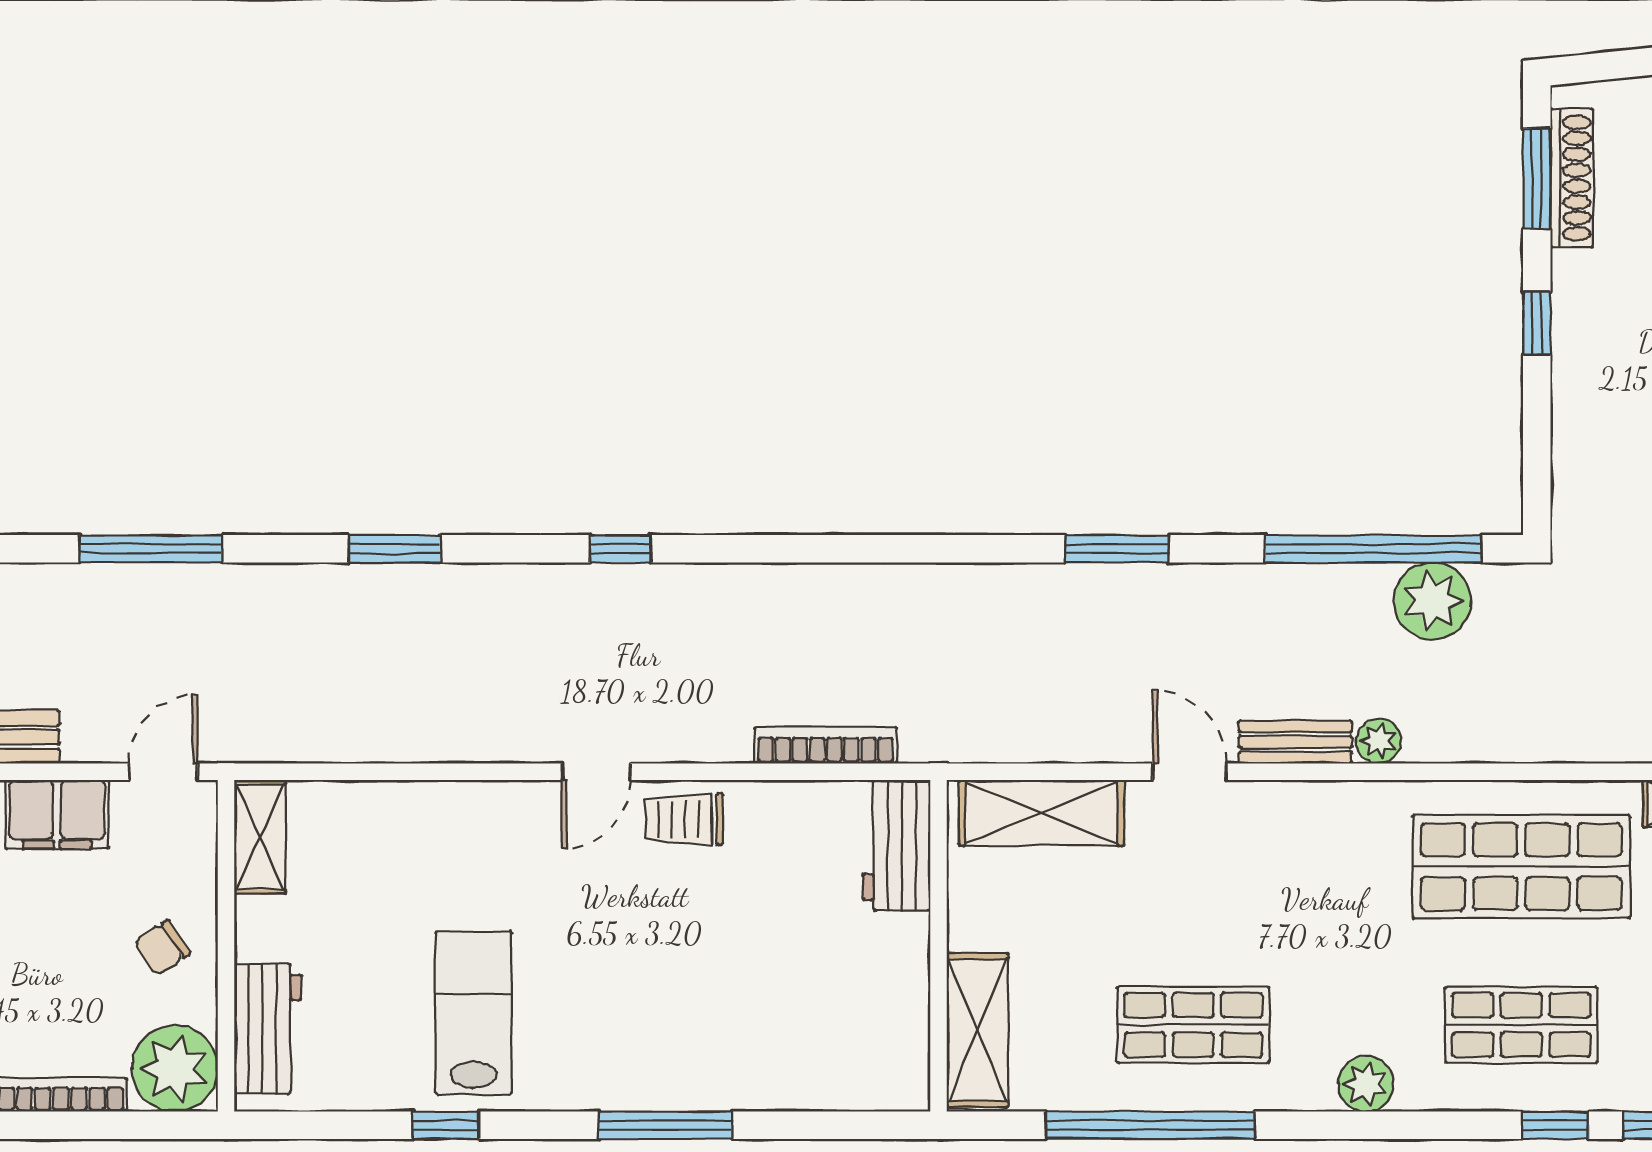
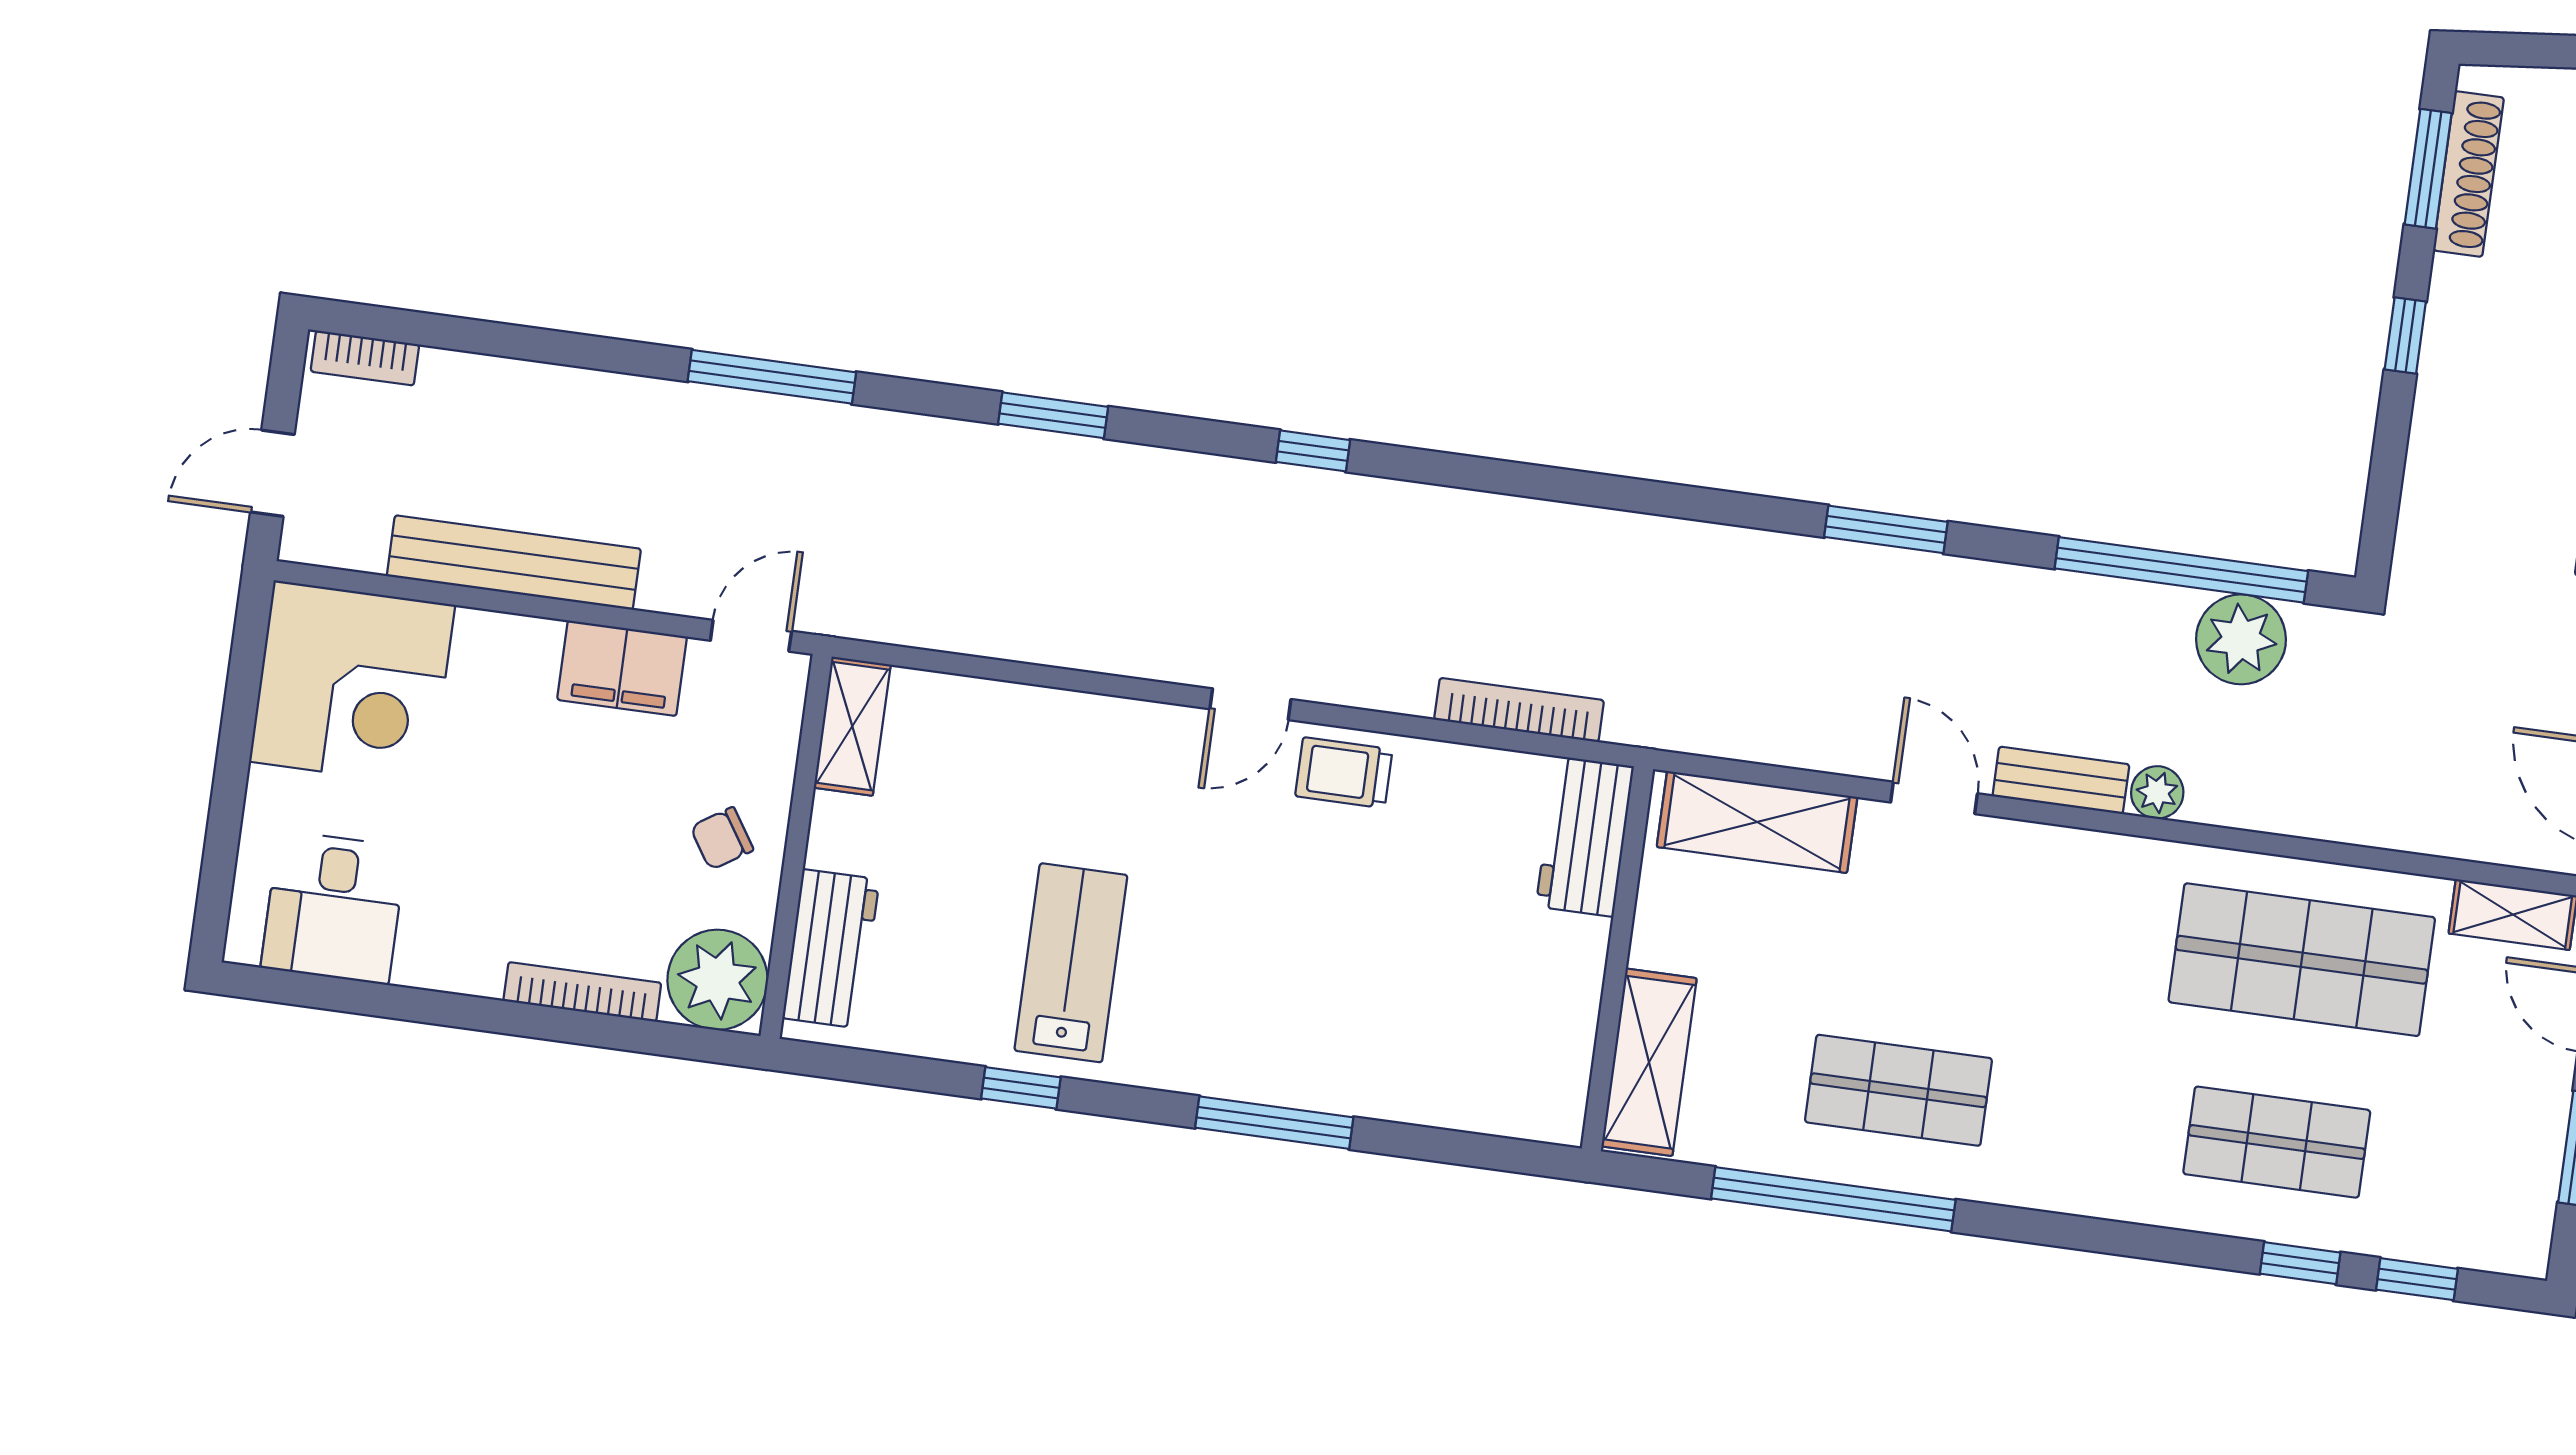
plant: (1366, 1084) -> (2088, 1185), removed

